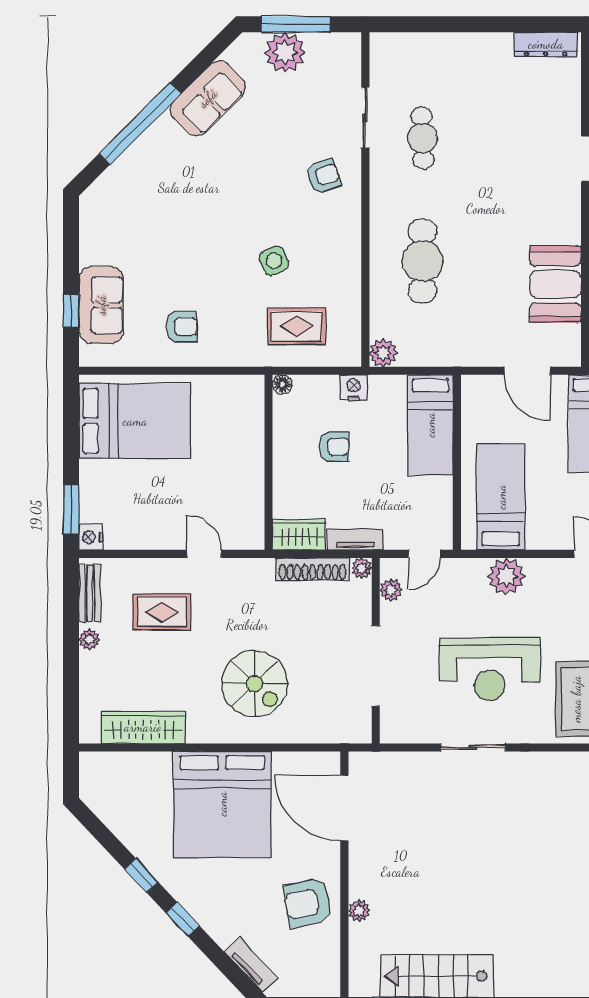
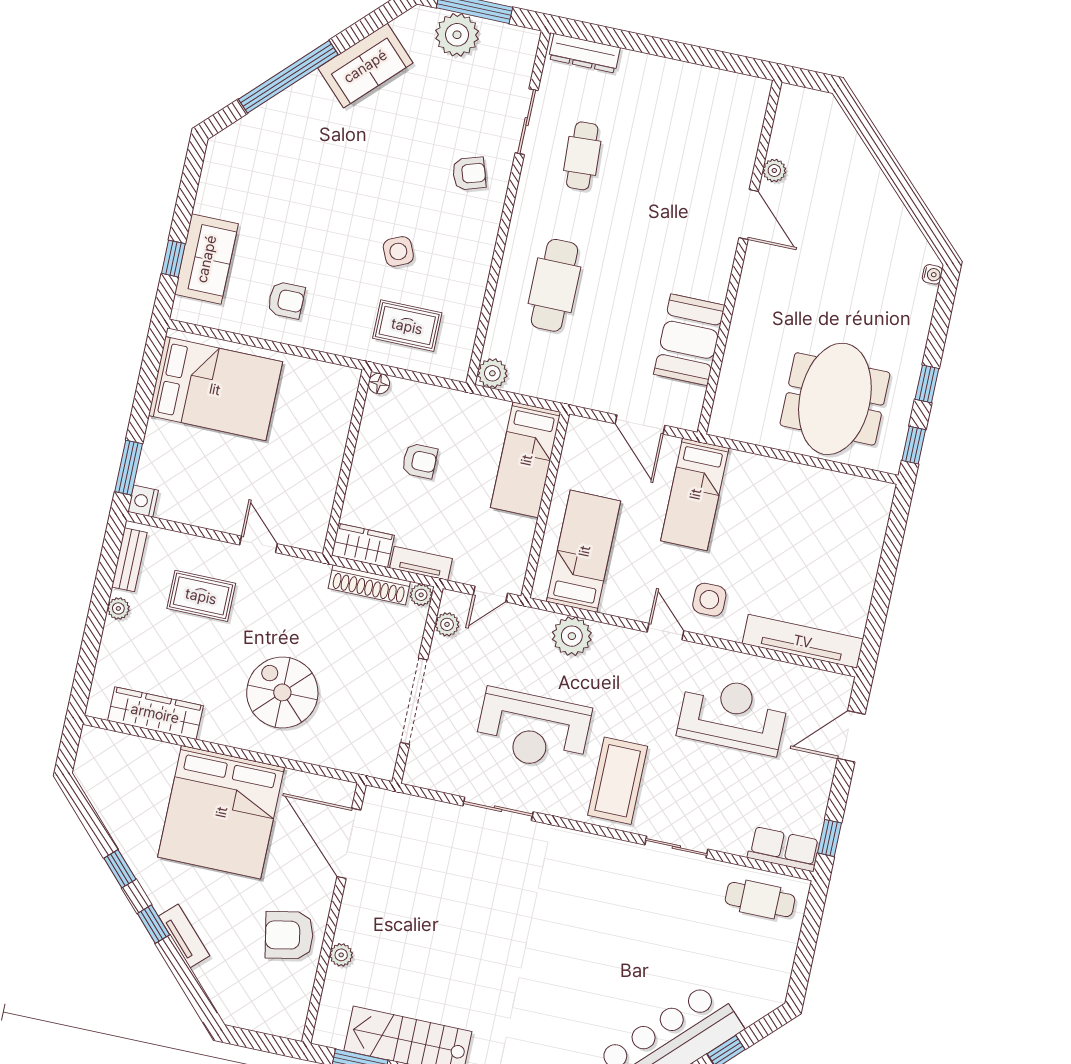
dresser: (546, 44) -> (584, 53), moved
nightstand: (354, 387) -> (454, 403), removed
spiral stairs: (255, 684) -> (282, 692), turned 180
tv unit: (251, 964) -> (184, 936), moved

